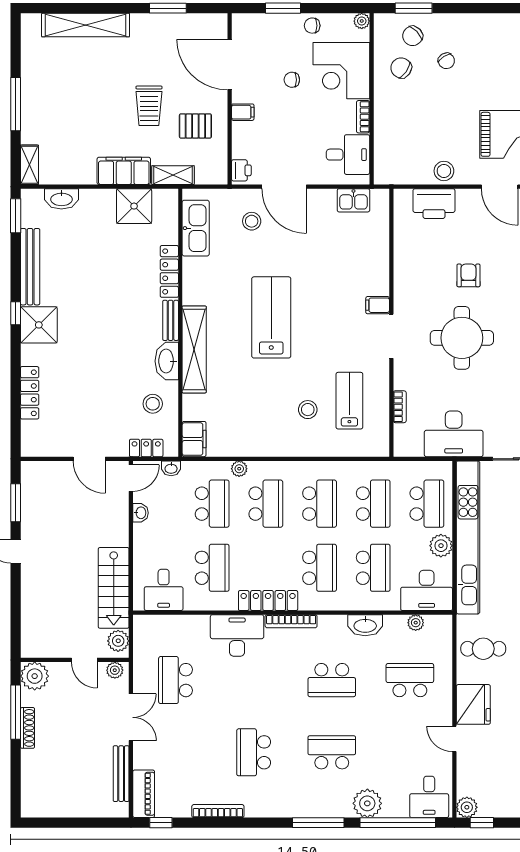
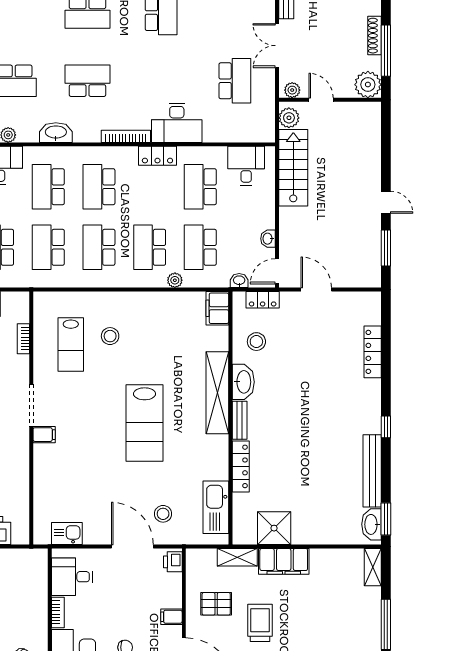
washbasin: (61, 199) -> (372, 524), moved, turned -90
shower: (39, 325) -> (364, 416), removed
locker: (268, 601) -> (157, 156), width x0.66

